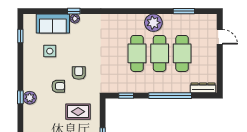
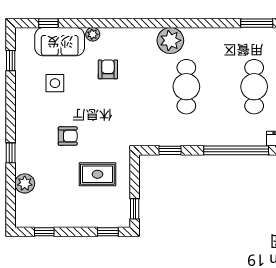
window: (74, 11) -> (48, 23), moved
plant: (153, 23) -> (170, 40), moved
cafe table: (160, 53) -> (220, 87), removed
armchair: (79, 73) -> (108, 69), moved
plant: (30, 98) -> (25, 183), moved

